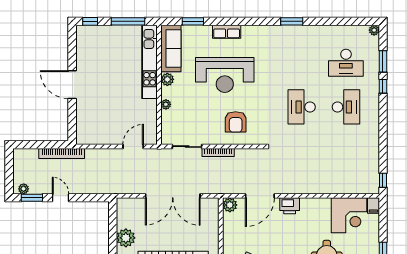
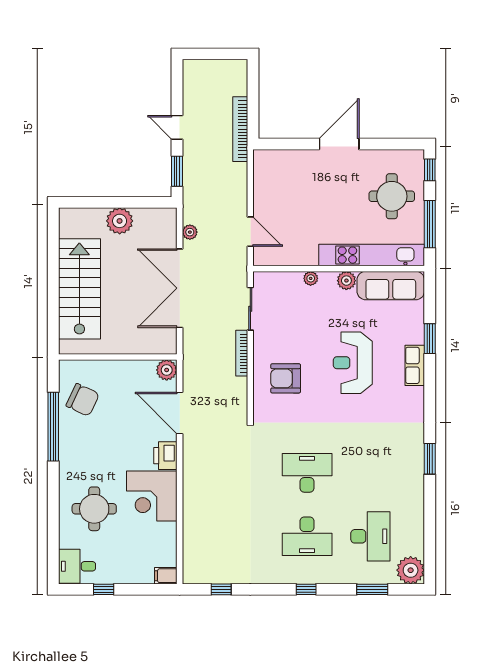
window: (193, 21) -> (430, 339), moved
plant: (374, 30) -> (411, 570), width x1.87, depth x1.87
round table: (109, 48) -> (392, 196), added
desk: (346, 63) -> (370, 536), turned 180
reception desk: (225, 75) -> (353, 363), width x0.74, depth x0.77
window: (383, 86) -> (306, 589), moved
window: (383, 180) -> (221, 589), moved
plant: (24, 189) -> (190, 232), moved
window: (32, 198) -> (177, 171), moved
door: (60, 198) -> (177, 127), swing flipped
corner desk: (349, 215) -> (152, 496), moved

